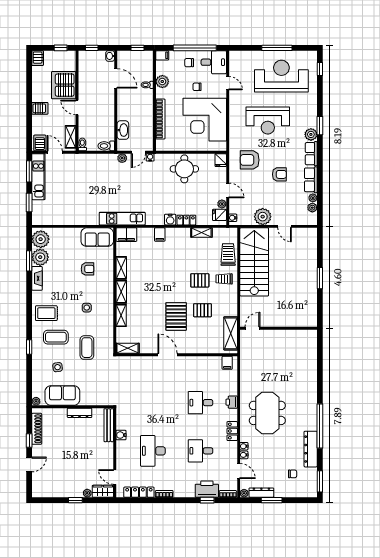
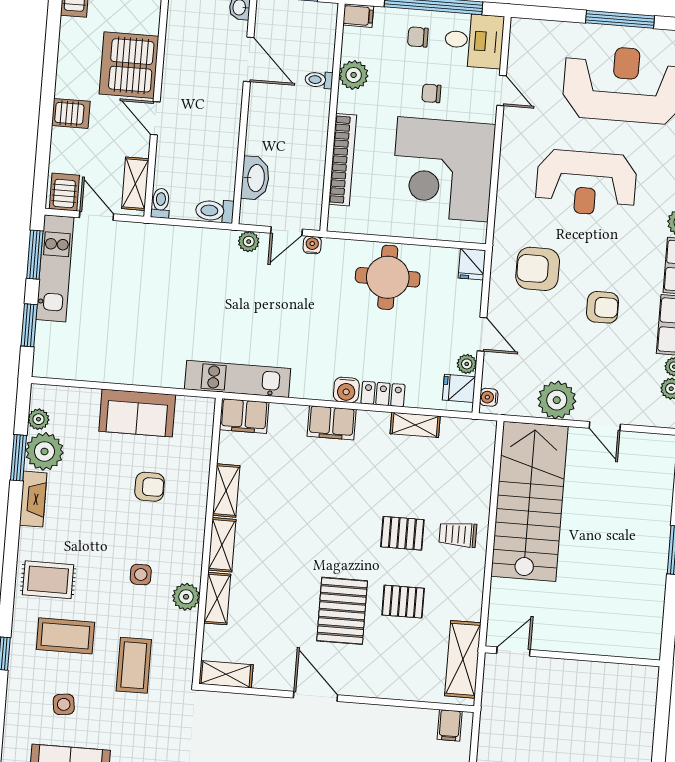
filing cabinet: (160, 235) -> (332, 423), width x2.00
sofa: (97, 237) -> (137, 413), moved
plant: (41, 239) -> (38, 419), width x0.53, depth x0.53
trolley: (228, 254) -> (471, 480), removed
plant: (107, 316) -> (186, 597), added

